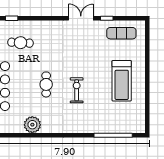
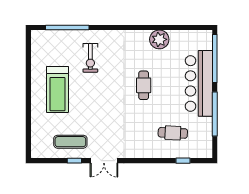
exercise mat: (121, 33) -> (70, 142), moved
treadmill: (122, 81) -> (57, 89), turned 180
exercise bike: (77, 90) -> (90, 58), moved

